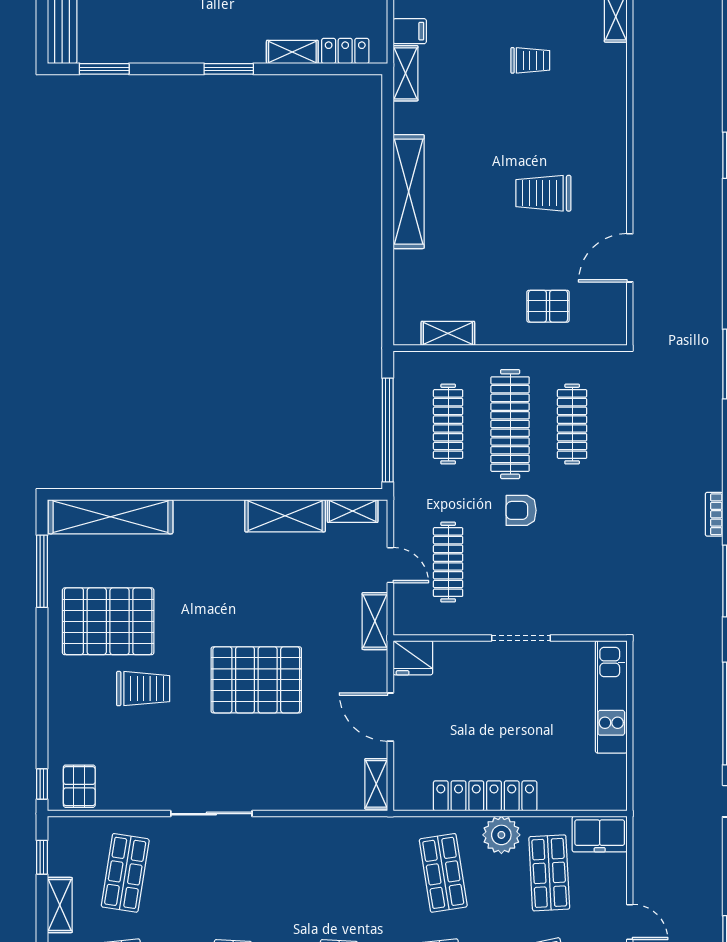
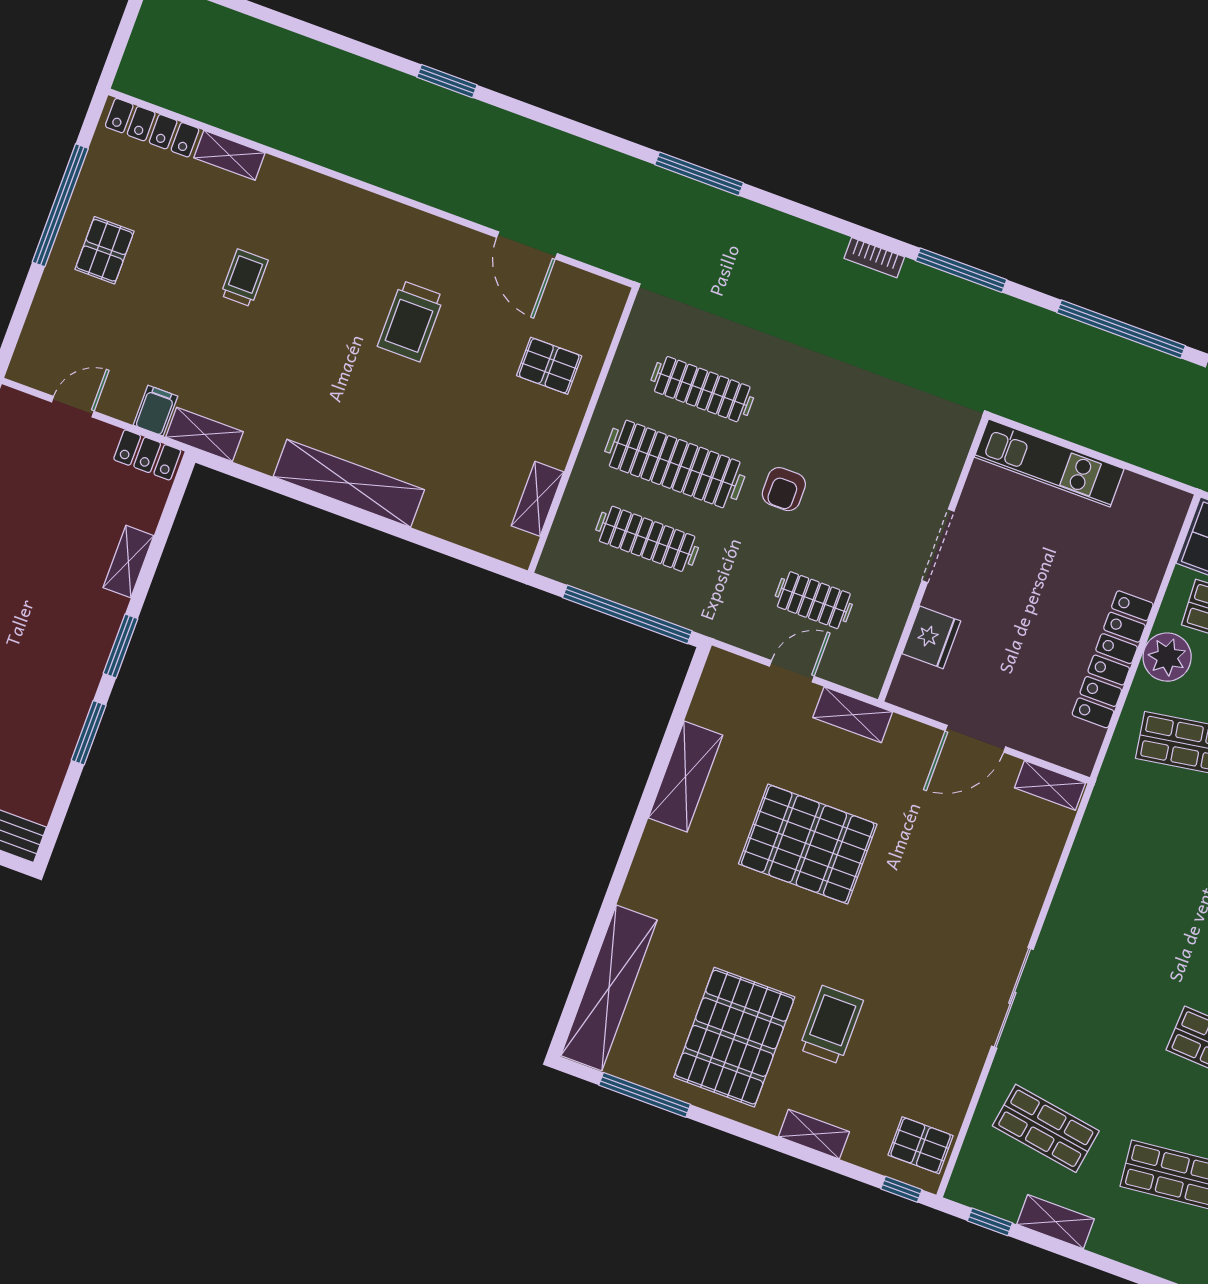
locker: (345, 51) -> (147, 455), moved, turned -90
window: (104, 69) -> (89, 733), moved
pallet: (548, 306) -> (549, 366), turned 90
shelving: (353, 511) -> (814, 1134), moved, turned 90
clothes rail: (448, 562) -> (814, 600), width x0.73
fridge: (413, 658) -> (931, 637), moved
pallet: (256, 680) -> (808, 844), moved, turned 90

